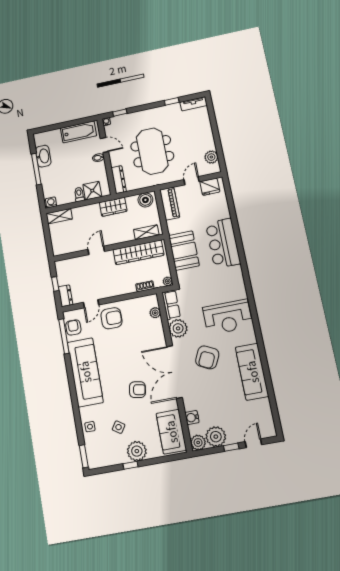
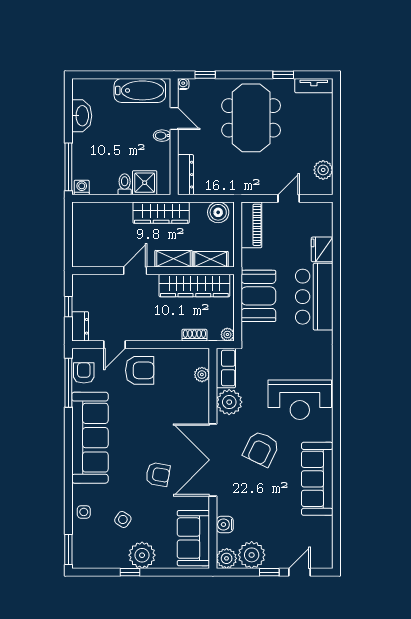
meeting table: (152, 151) -> (251, 118), moved
window: (36, 169) -> (68, 167), moved
fridge: (210, 187) -> (322, 249), moved, turned 90
wardrobe: (113, 207) -> (161, 213), width x1.50
shelving: (59, 216) -> (174, 259), moved

